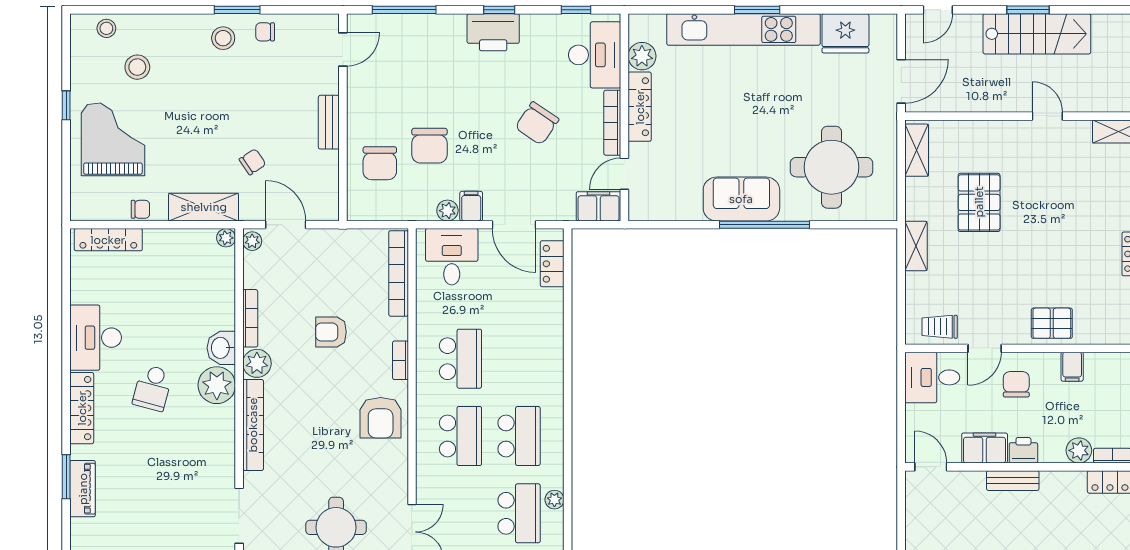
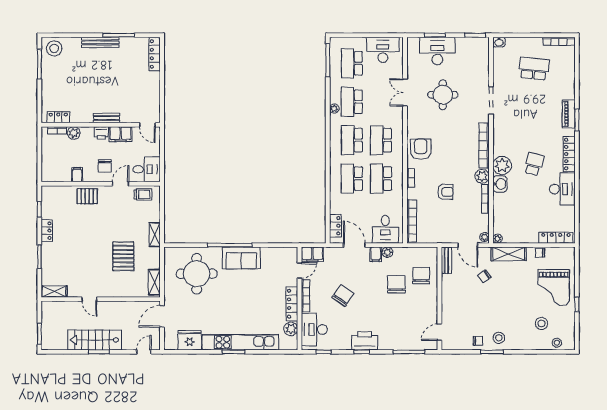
bench: (329, 122) -> (446, 260), moved
school desk: (519, 359) -> (352, 179), added

